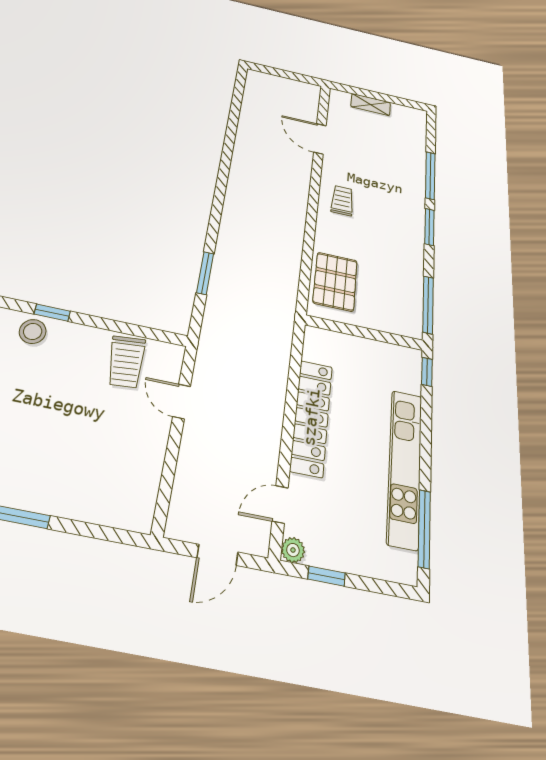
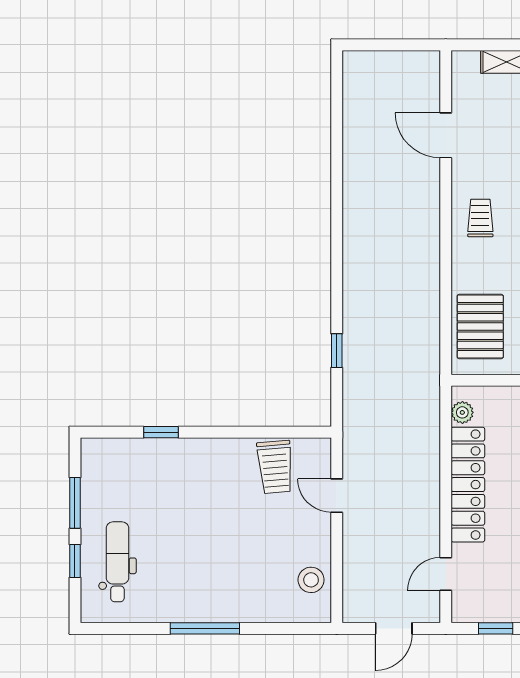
window: (205, 273) -> (337, 351), width x0.67
window: (52, 313) -> (161, 432), moved
stool: (33, 331) -> (311, 580), moved
plant: (293, 550) -> (462, 412), moved

